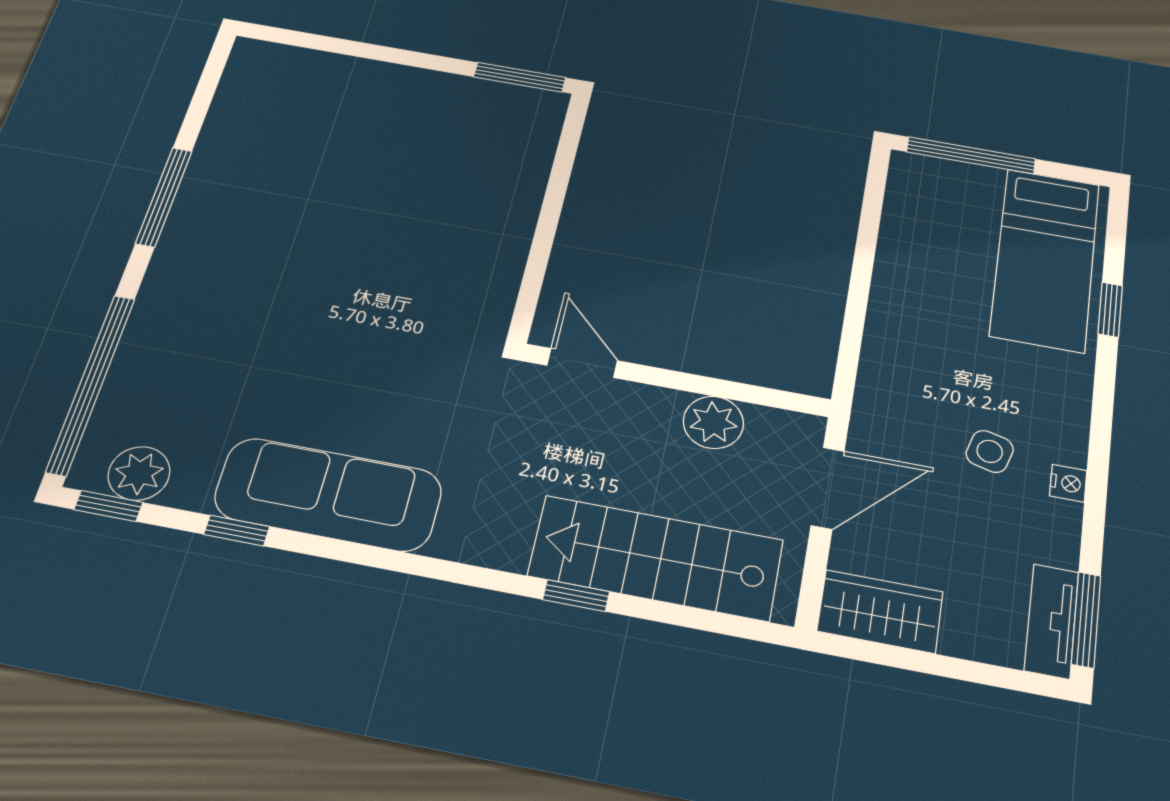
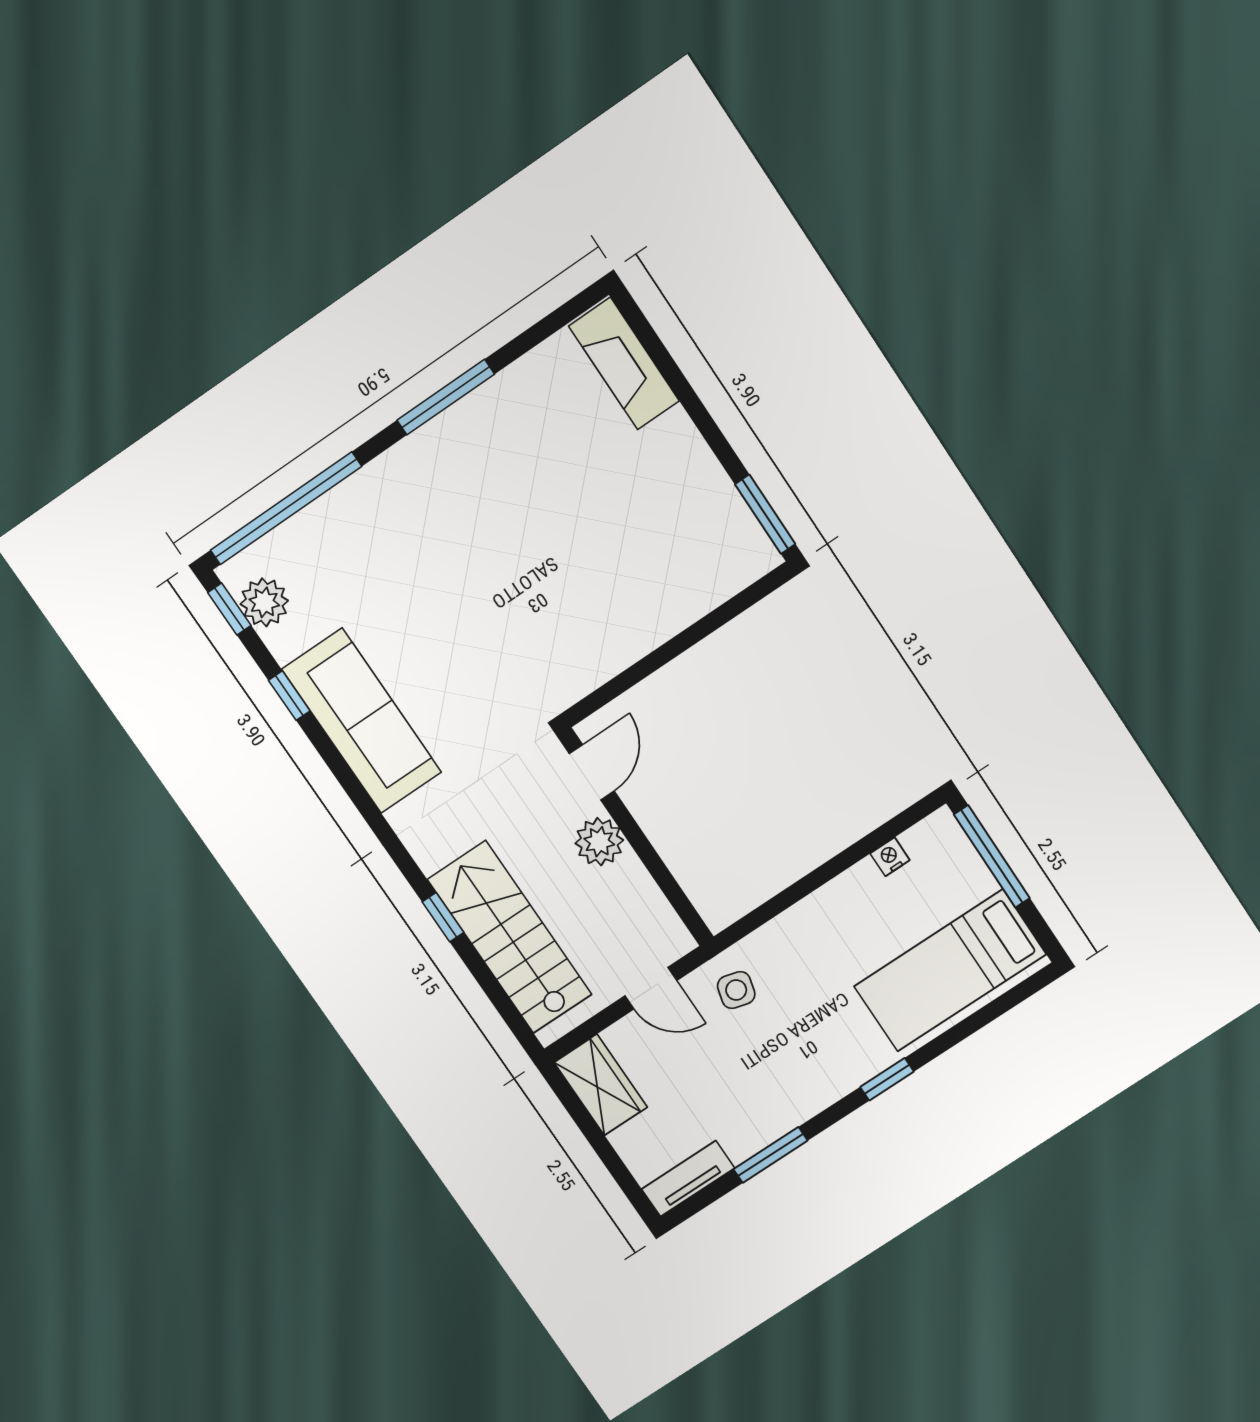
fireplace: (296, 68) -> (624, 364), added
window: (1110, 310) -> (887, 1079), moved
plant: (713, 422) -> (599, 842), moved
side table: (990, 451) -> (736, 990), moved
nightstand: (1068, 483) -> (890, 857), moved, turned 180
door: (828, 488) -> (651, 988), width x0.73
window: (1086, 620) -> (771, 1155), moved

